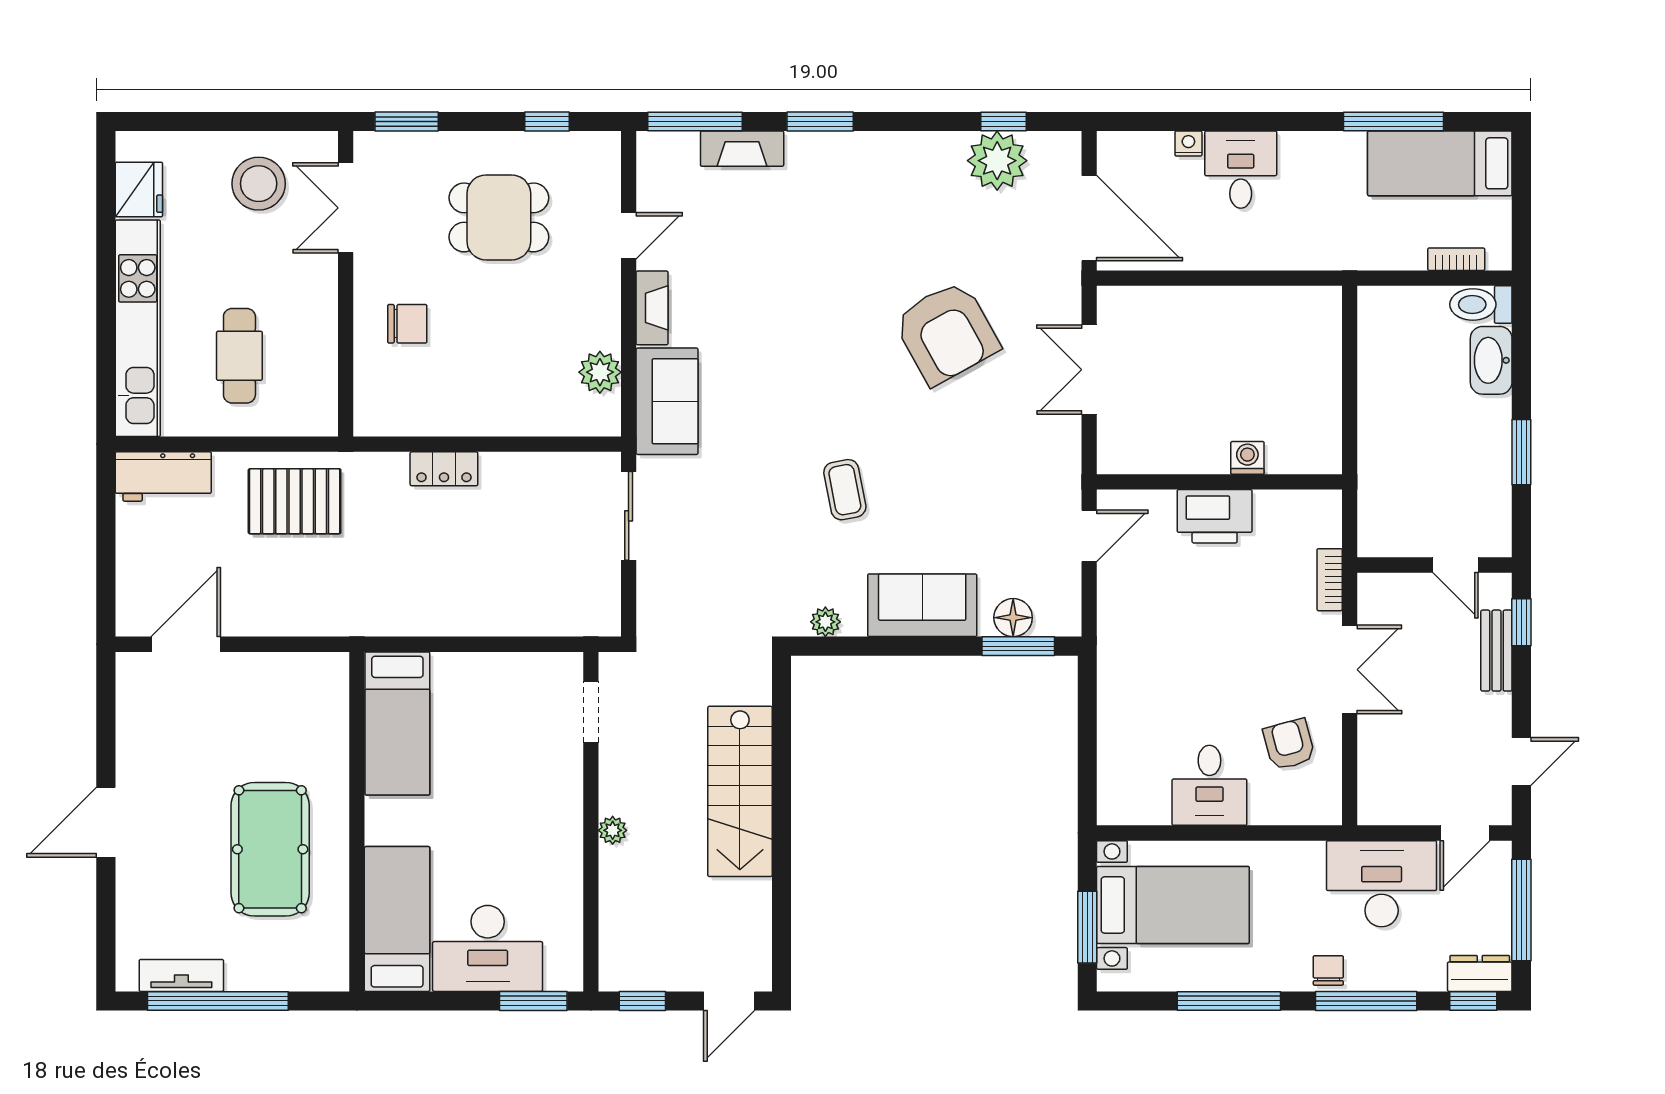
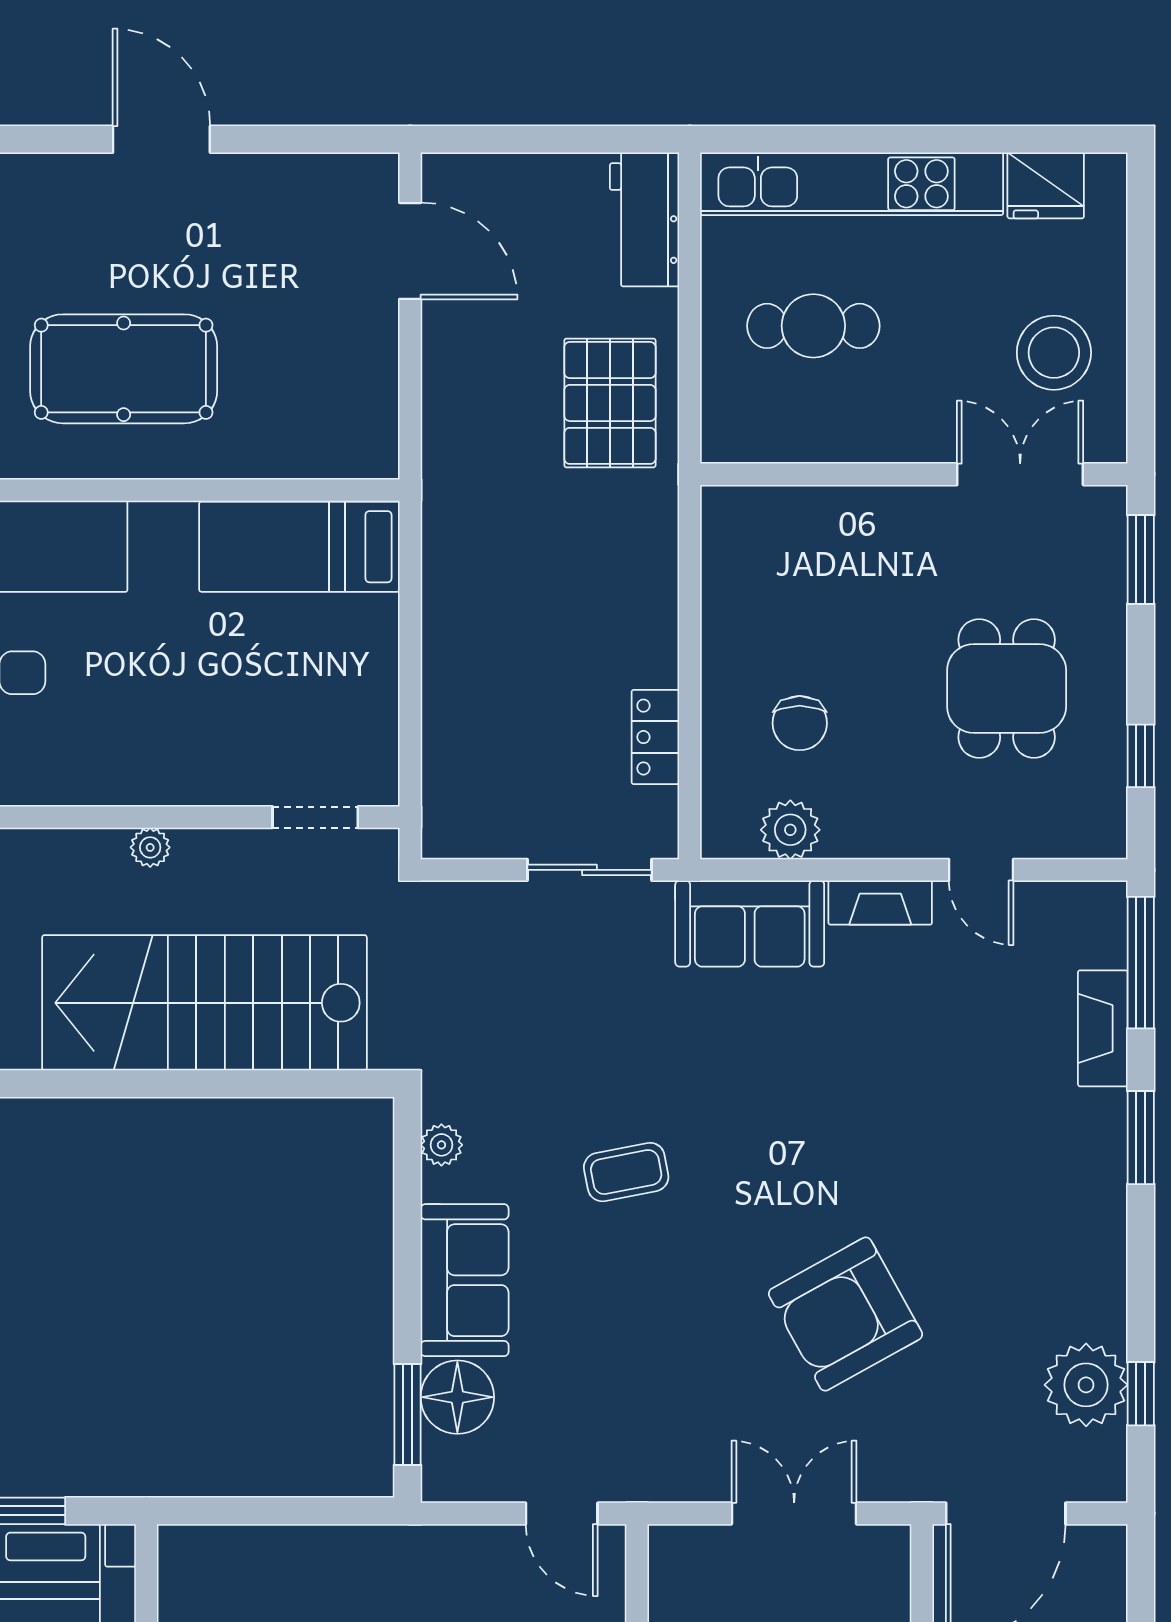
chair: (407, 324) -> (800, 723), moved
locker: (444, 469) -> (655, 737), moved
floor lamp: (1013, 618) -> (457, 1397), width x1.38, depth x1.38
stairs: (740, 791) -> (204, 1003), width x1.36, depth x1.51

